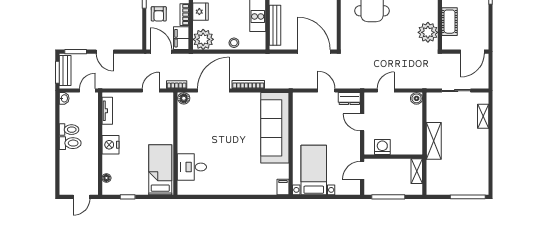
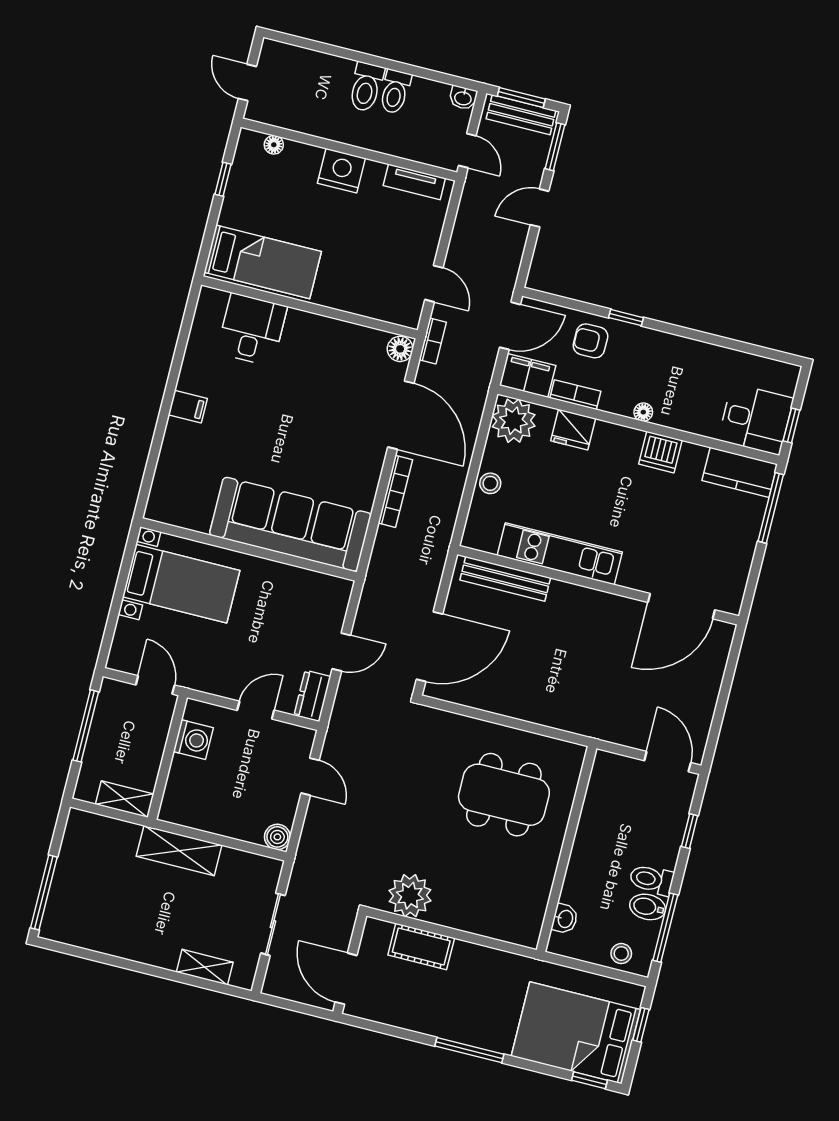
filing cabinet: (283, 187) -> (188, 407), moved

